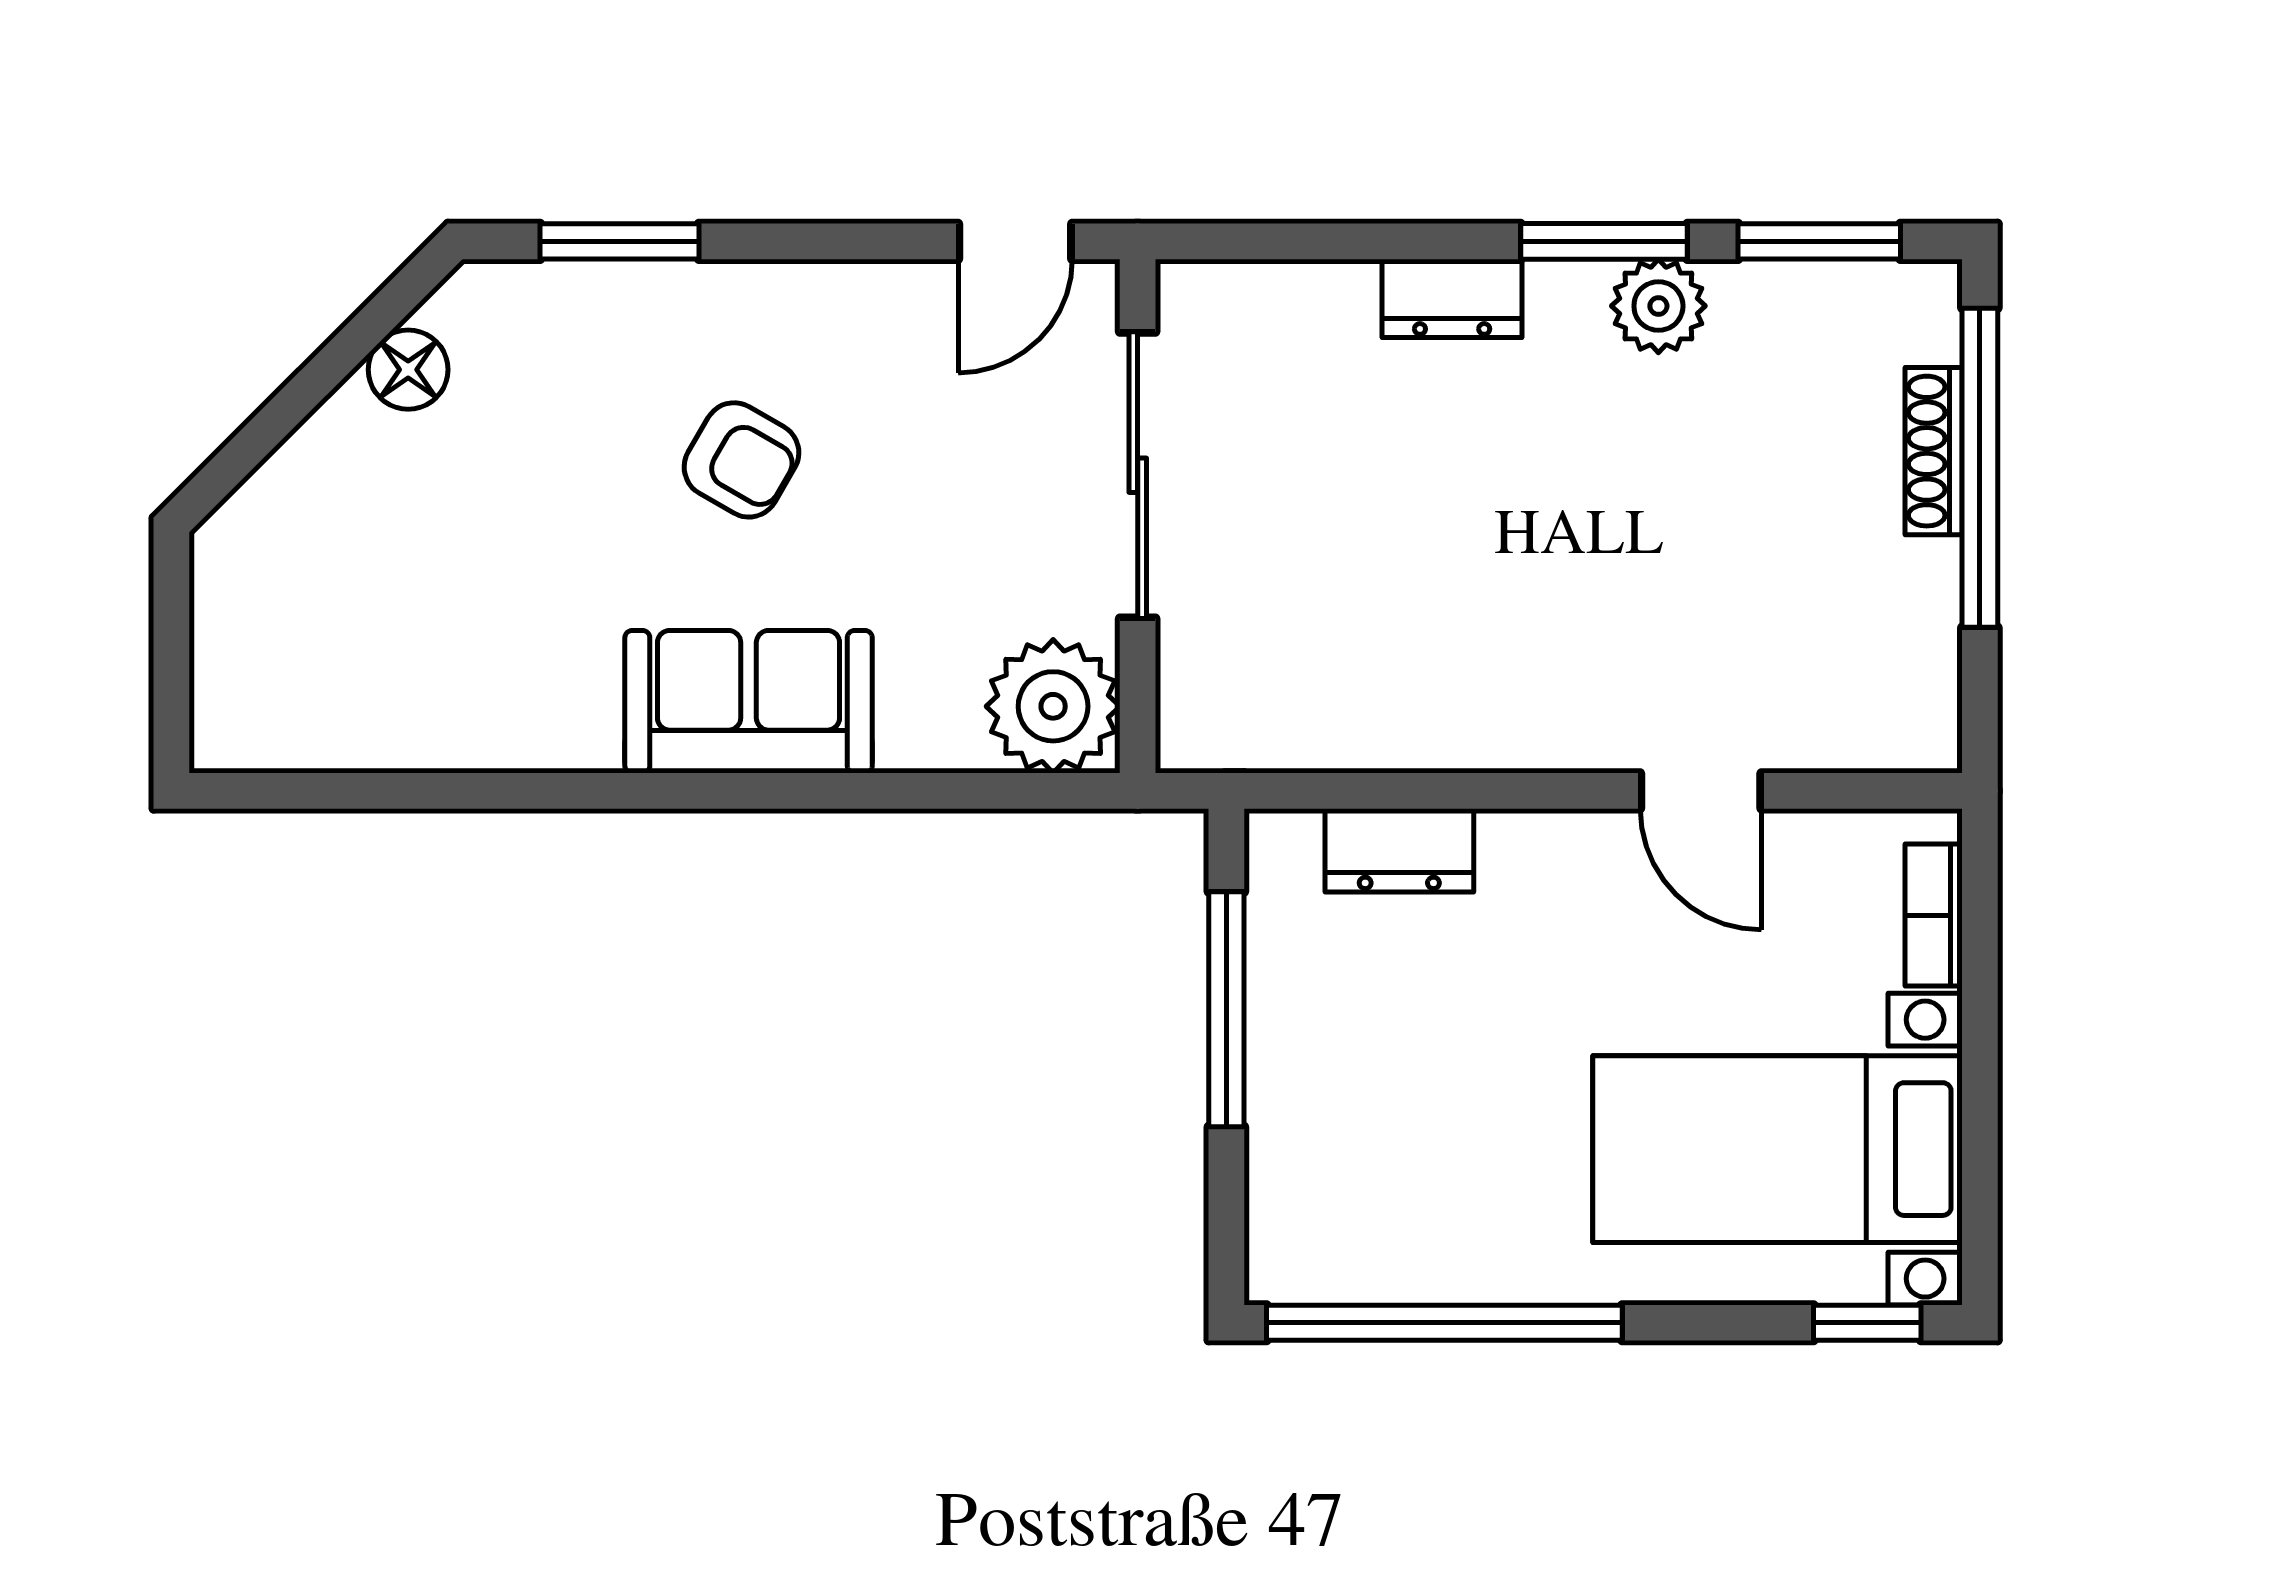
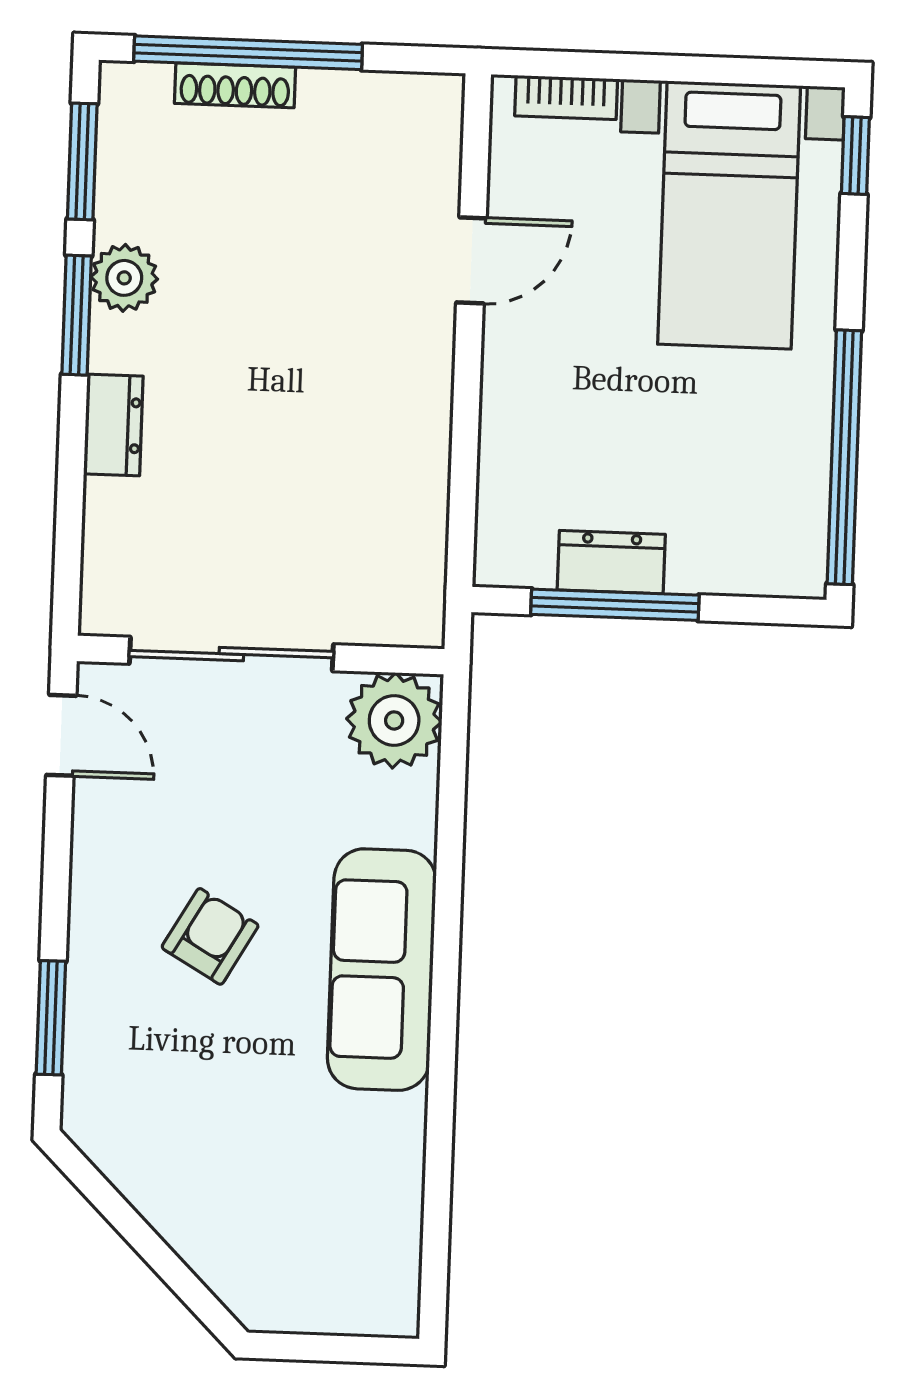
floor lamp: (408, 370) -> (137, 1172), removed
sofa: (749, 702) -> (382, 970), width x1.36
dresser: (1399, 850) -> (611, 562), moved, turned -90

